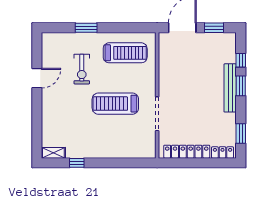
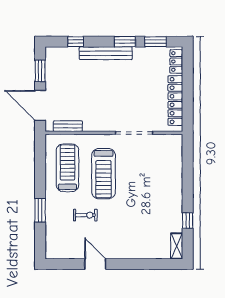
bench: (163, 53) -> (68, 126), added
exercise bike: (82, 69) -> (85, 215), width x0.73, depth x0.72
window: (241, 86) -> (125, 42), moved
treadmill: (115, 104) -> (104, 174), moved

